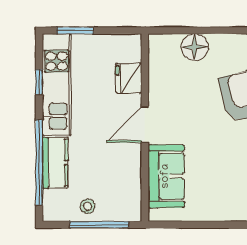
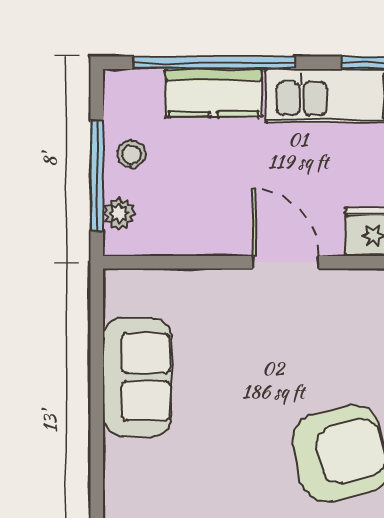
sofa: (166, 176) -> (137, 377), moved, turned -90
plant: (119, 213) -> (119, 214), added

